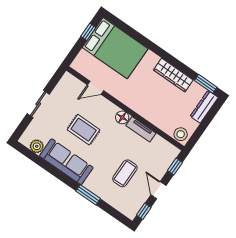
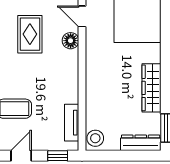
floor lamp: (122, 117) -> (71, 41), moved
tv unit: (141, 129) -> (72, 123), moved

